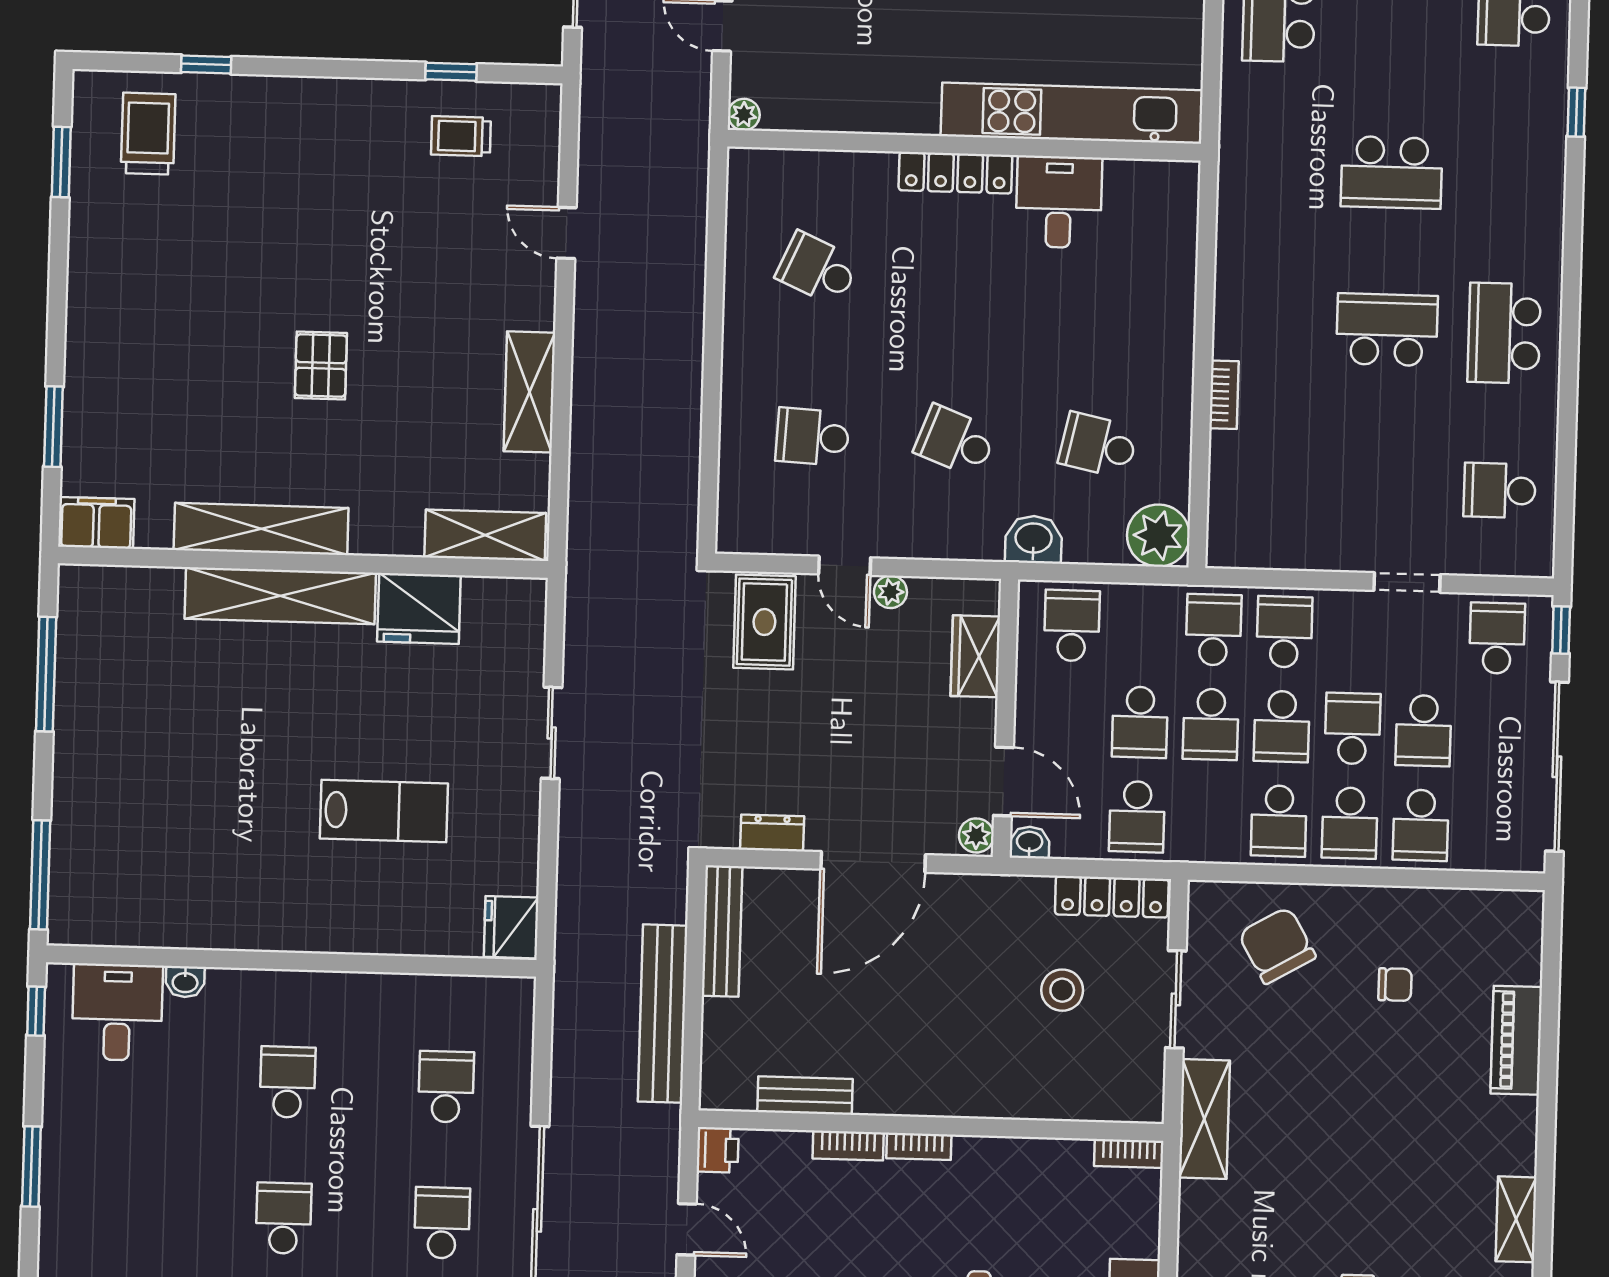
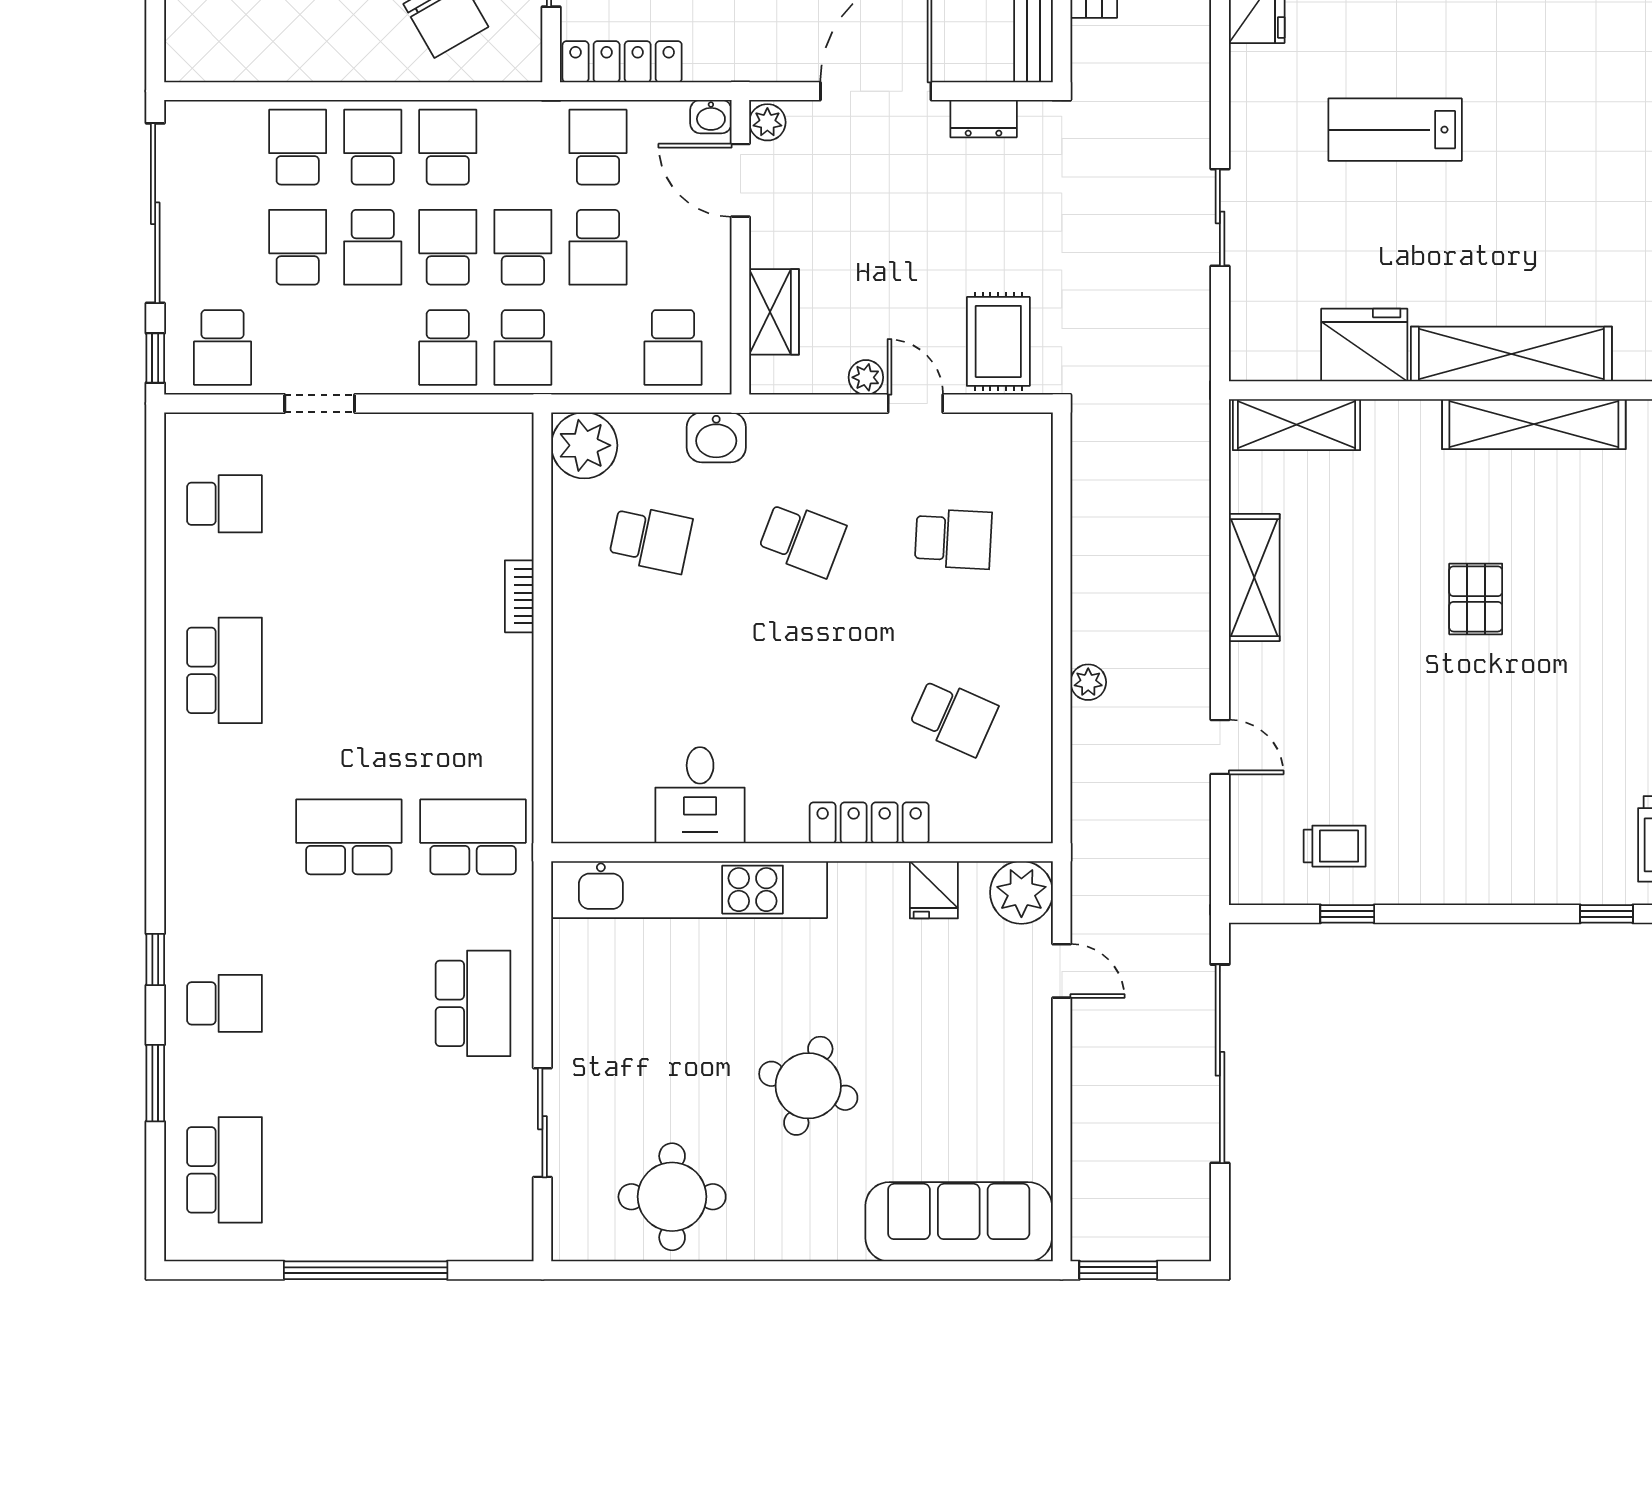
fridge: (841, 106) -> (934, 890), added
window: (1576, 112) -> (155, 960), moved
plant: (744, 115) -> (1021, 892), width x1.88, depth x1.88
locker: (955, 173) -> (869, 823), moved
plant: (689, 298) -> (1088, 682), added
school desk: (1387, 330) -> (473, 837), moved, turned 180
school desk: (1140, 722) -> (598, 247), turned 180

